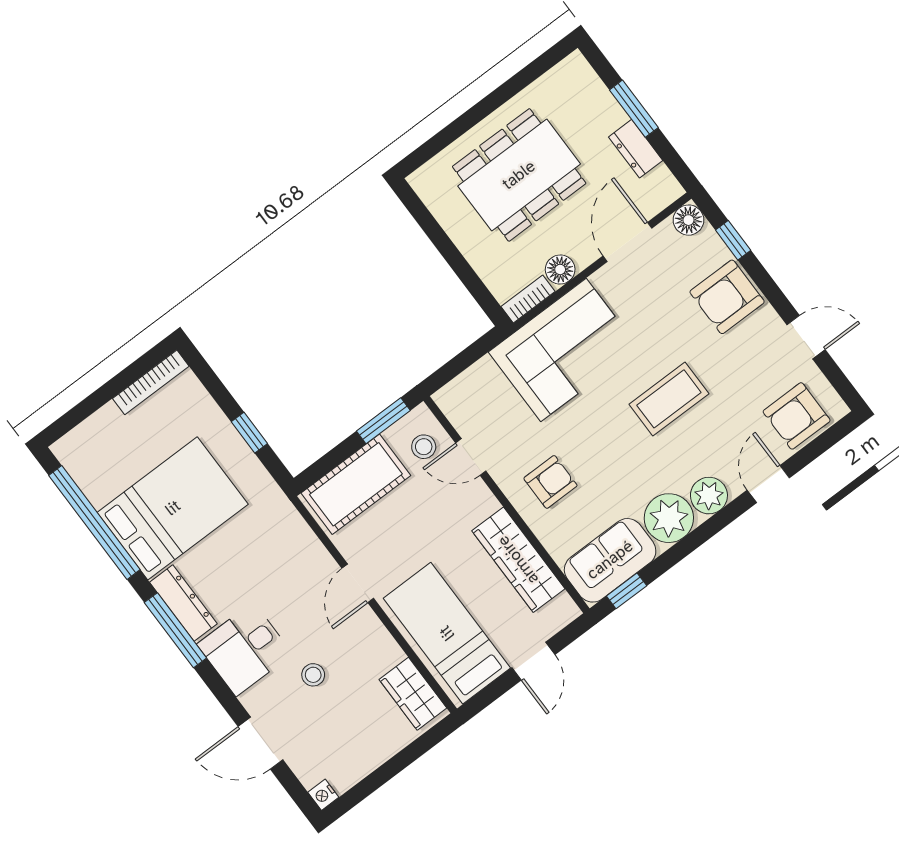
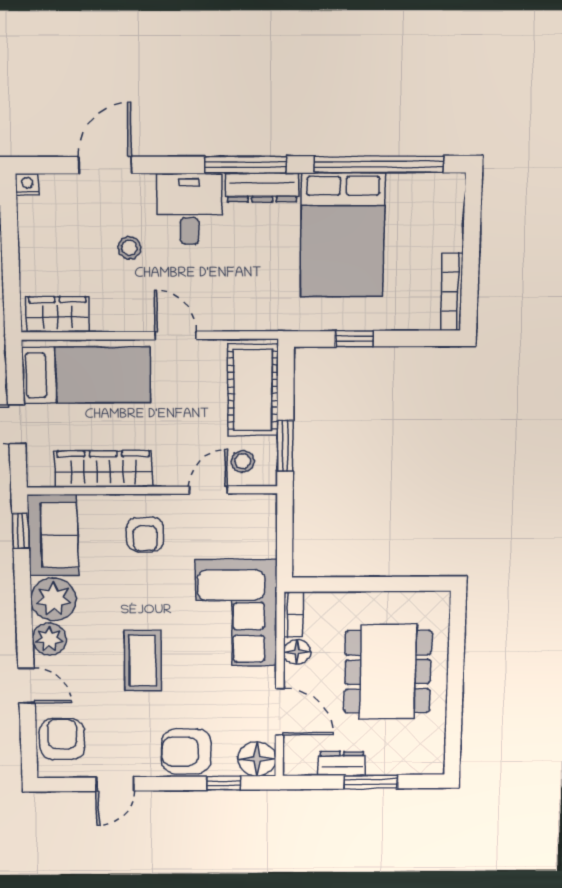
floor lamp: (689, 220) -> (257, 759), width x1.38, depth x1.38
armchair: (727, 297) -> (186, 751), turned -90

